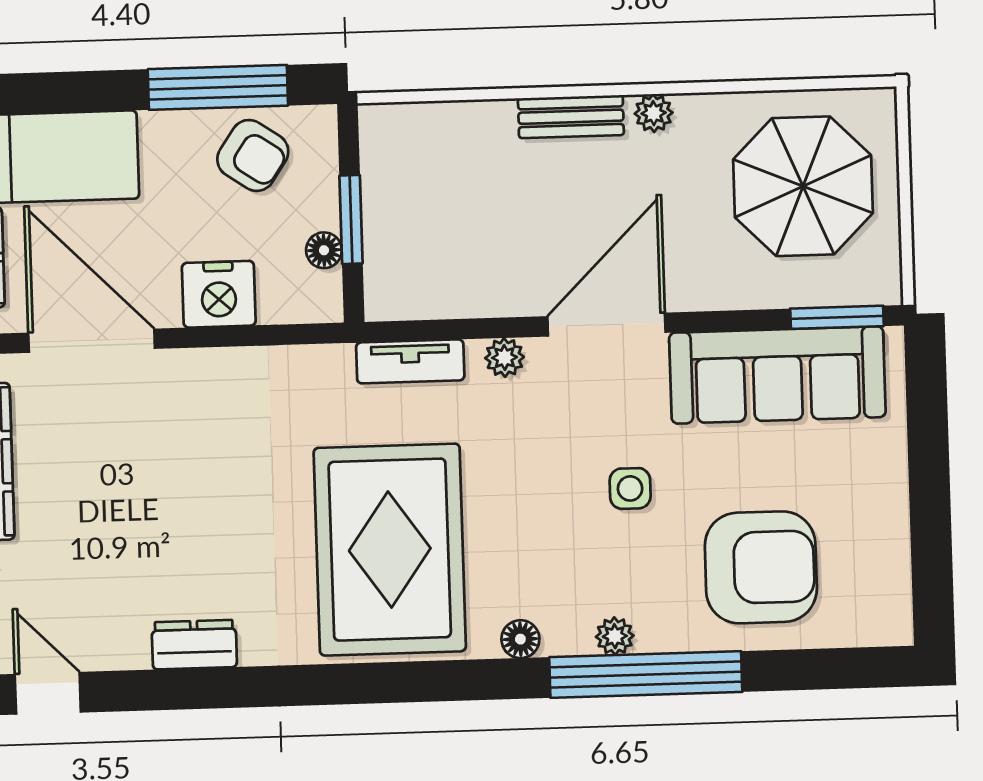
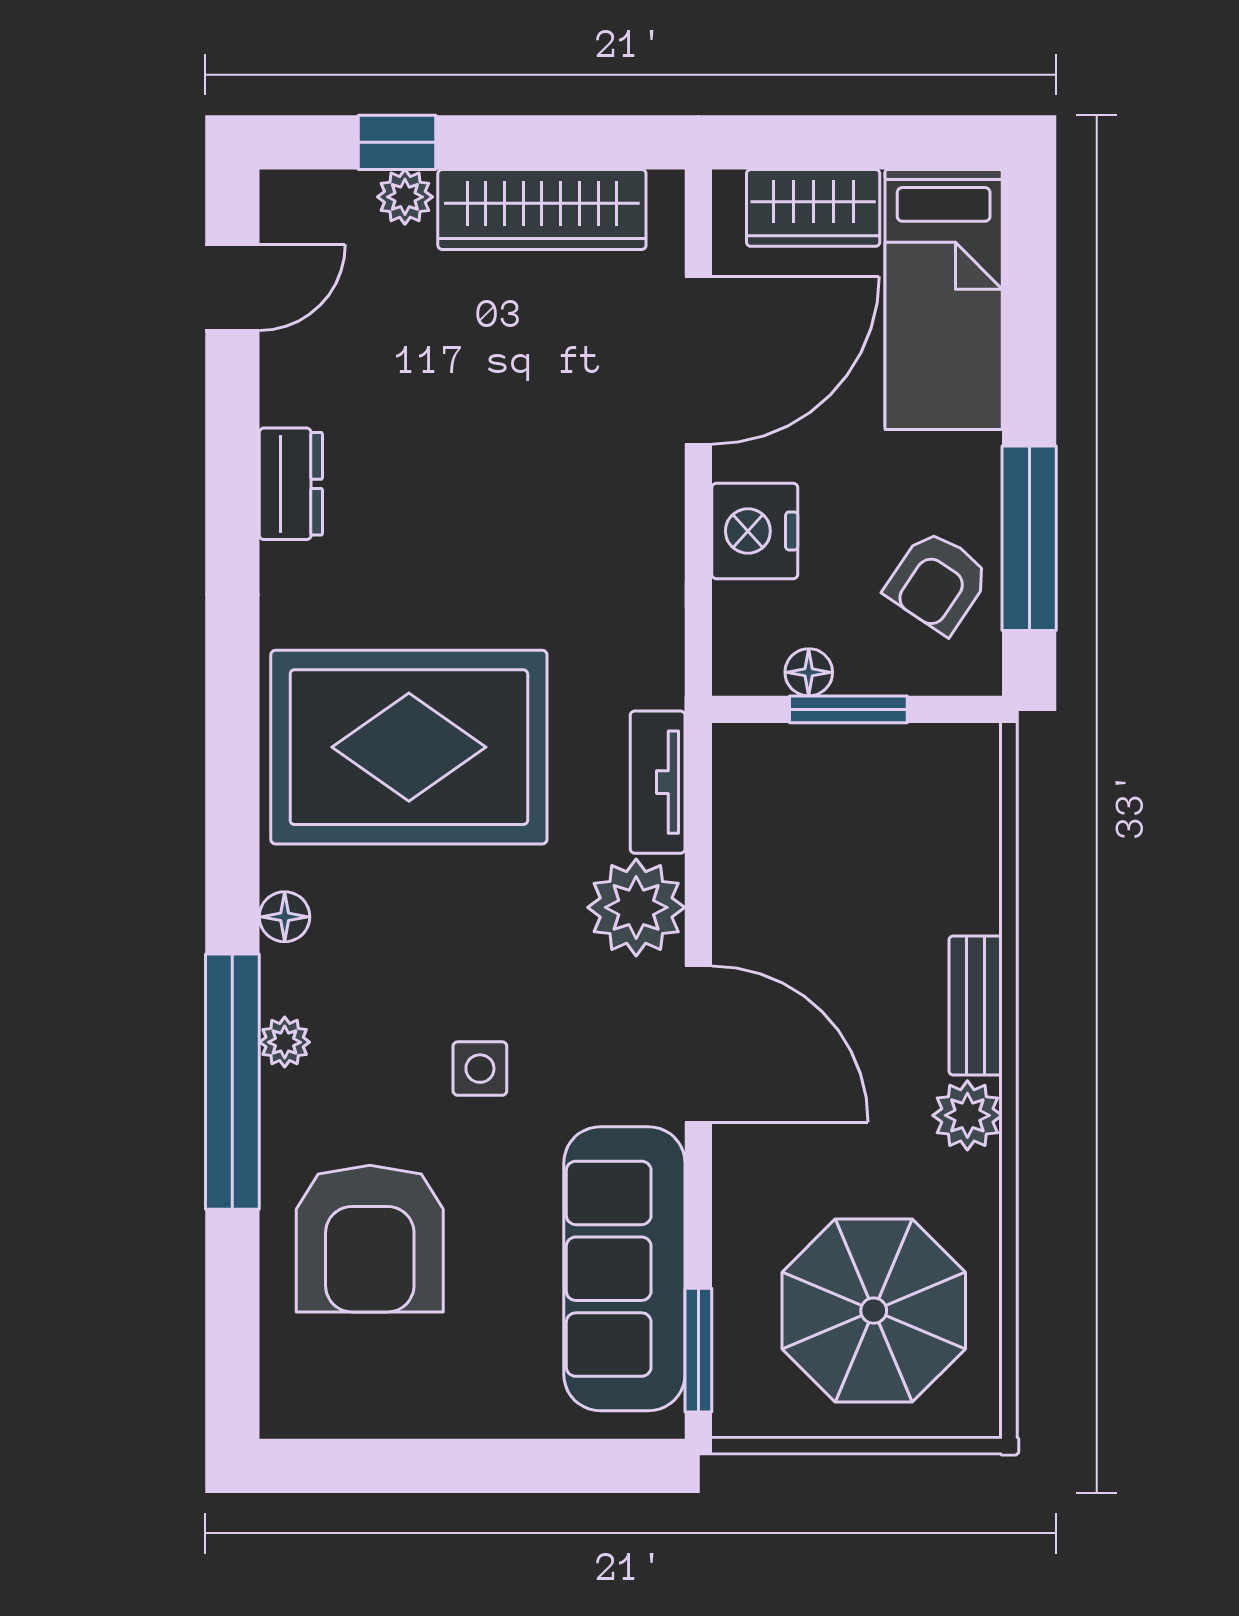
plant: (654, 113) -> (967, 1115), width x1.38, depth x1.38
plant: (505, 358) -> (636, 907), width x1.88, depth x1.88

